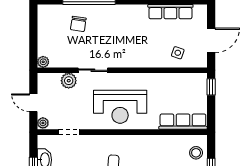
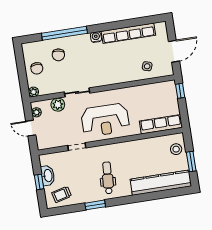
water cooler: (124, 10) -> (96, 37), added
row of seats: (170, 12) -> (128, 33), width x1.36
chair: (51, 35) -> (37, 68), added
plant: (43, 123) -> (36, 112), moved
doorway: (69, 132) -> (77, 147), moved

